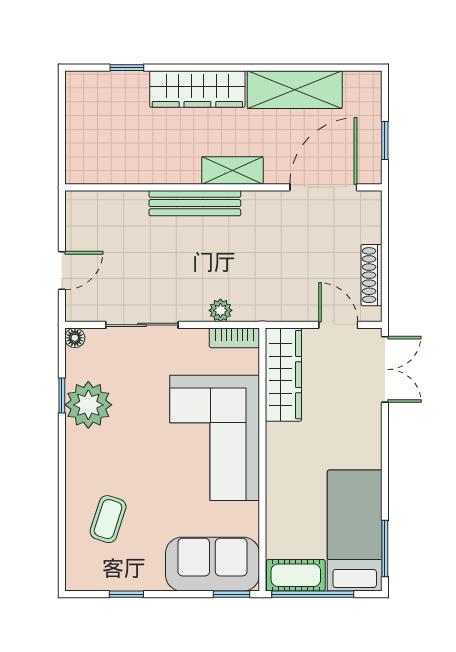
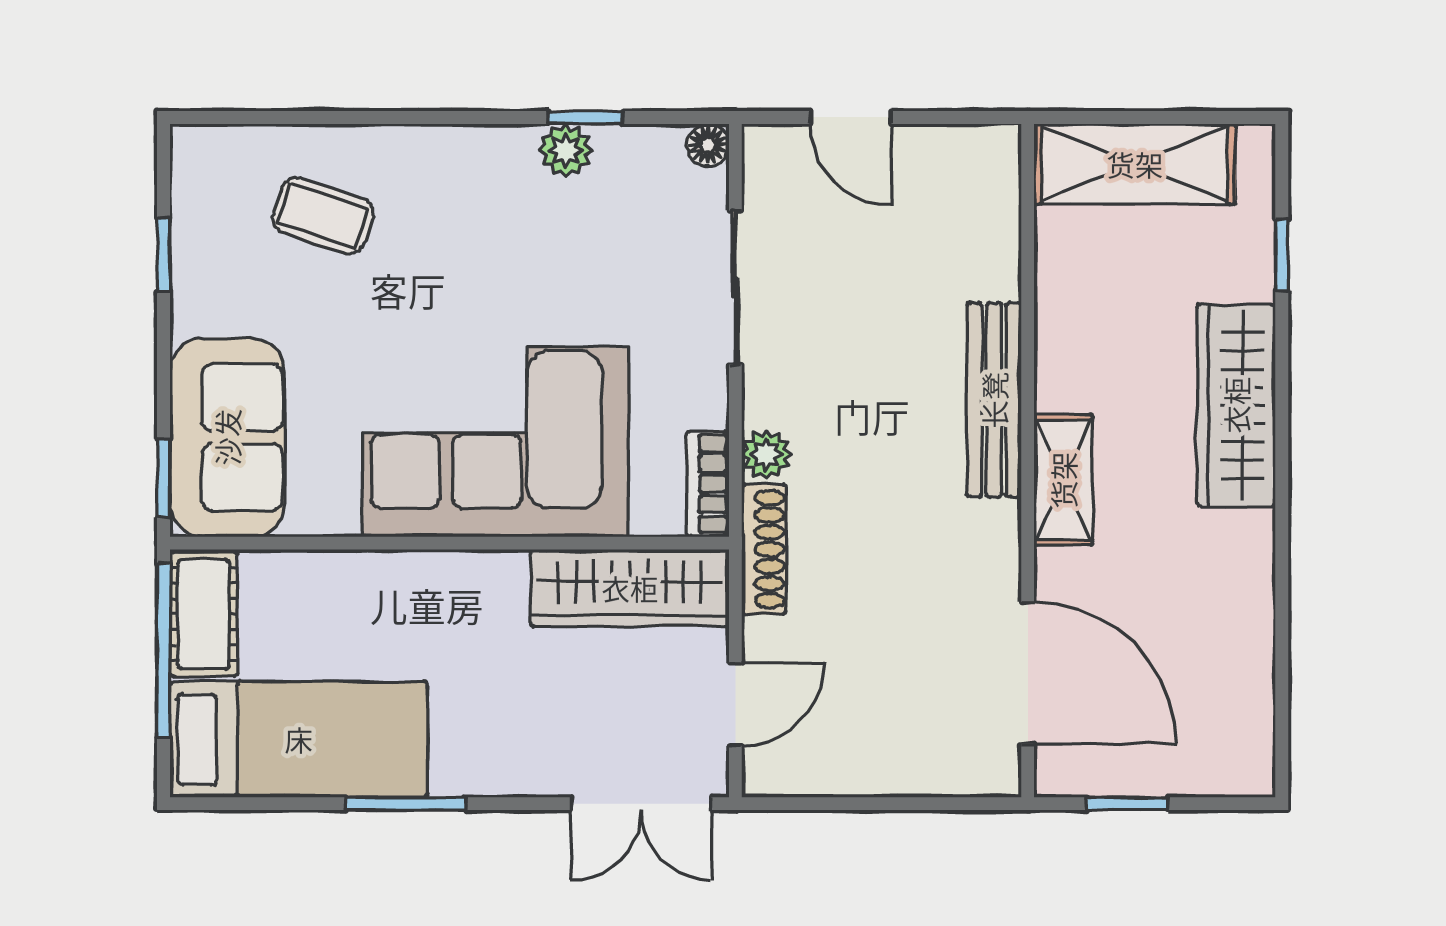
shelving: (295, 90) -> (1135, 164), moved, turned 90
shoe rack: (372, 275) -> (764, 549), moved, turned 90
plant: (88, 405) -> (566, 150), width x0.53, depth x0.53
window: (385, 548) -> (406, 804), moved

